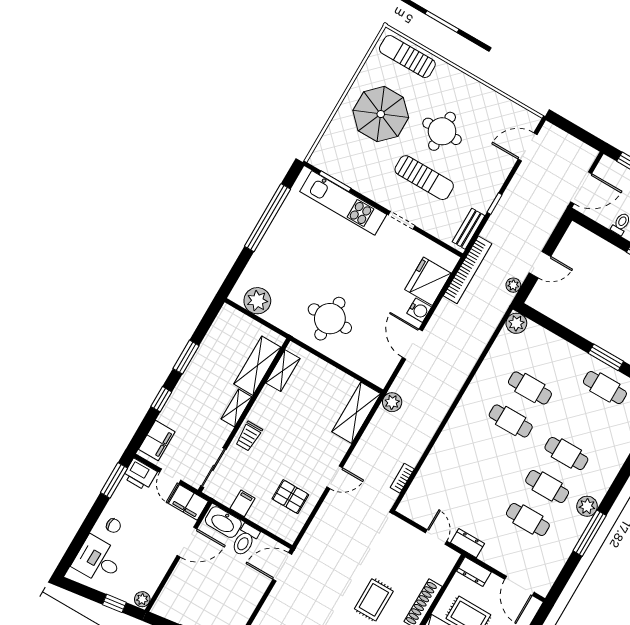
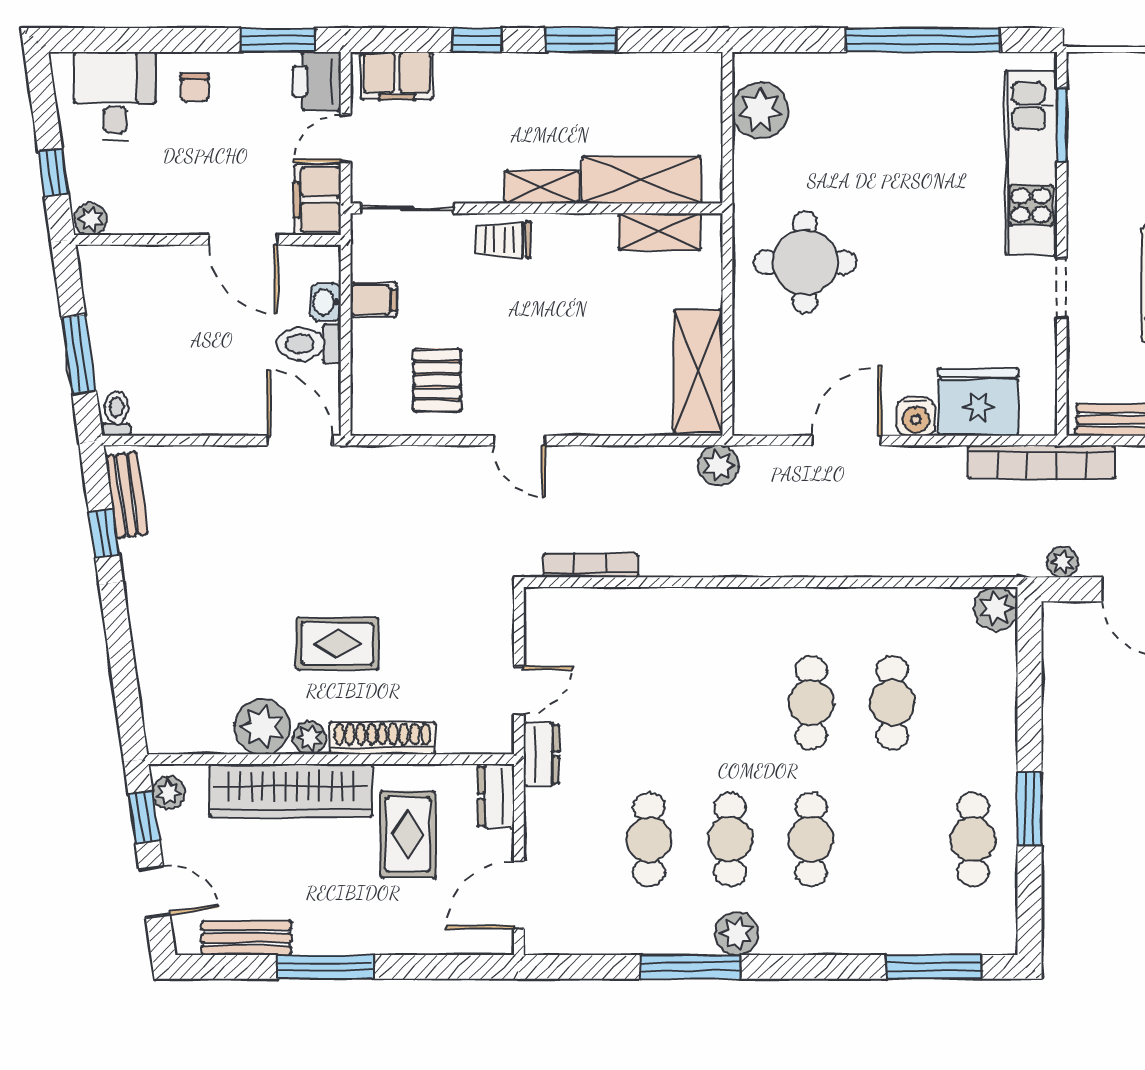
shelving: (356, 413) -> (698, 371), moved, turned 90
bookcase: (402, 478) -> (590, 565), width x1.56
washbasin: (223, 522) -> (326, 302), width x0.52, depth x0.69

